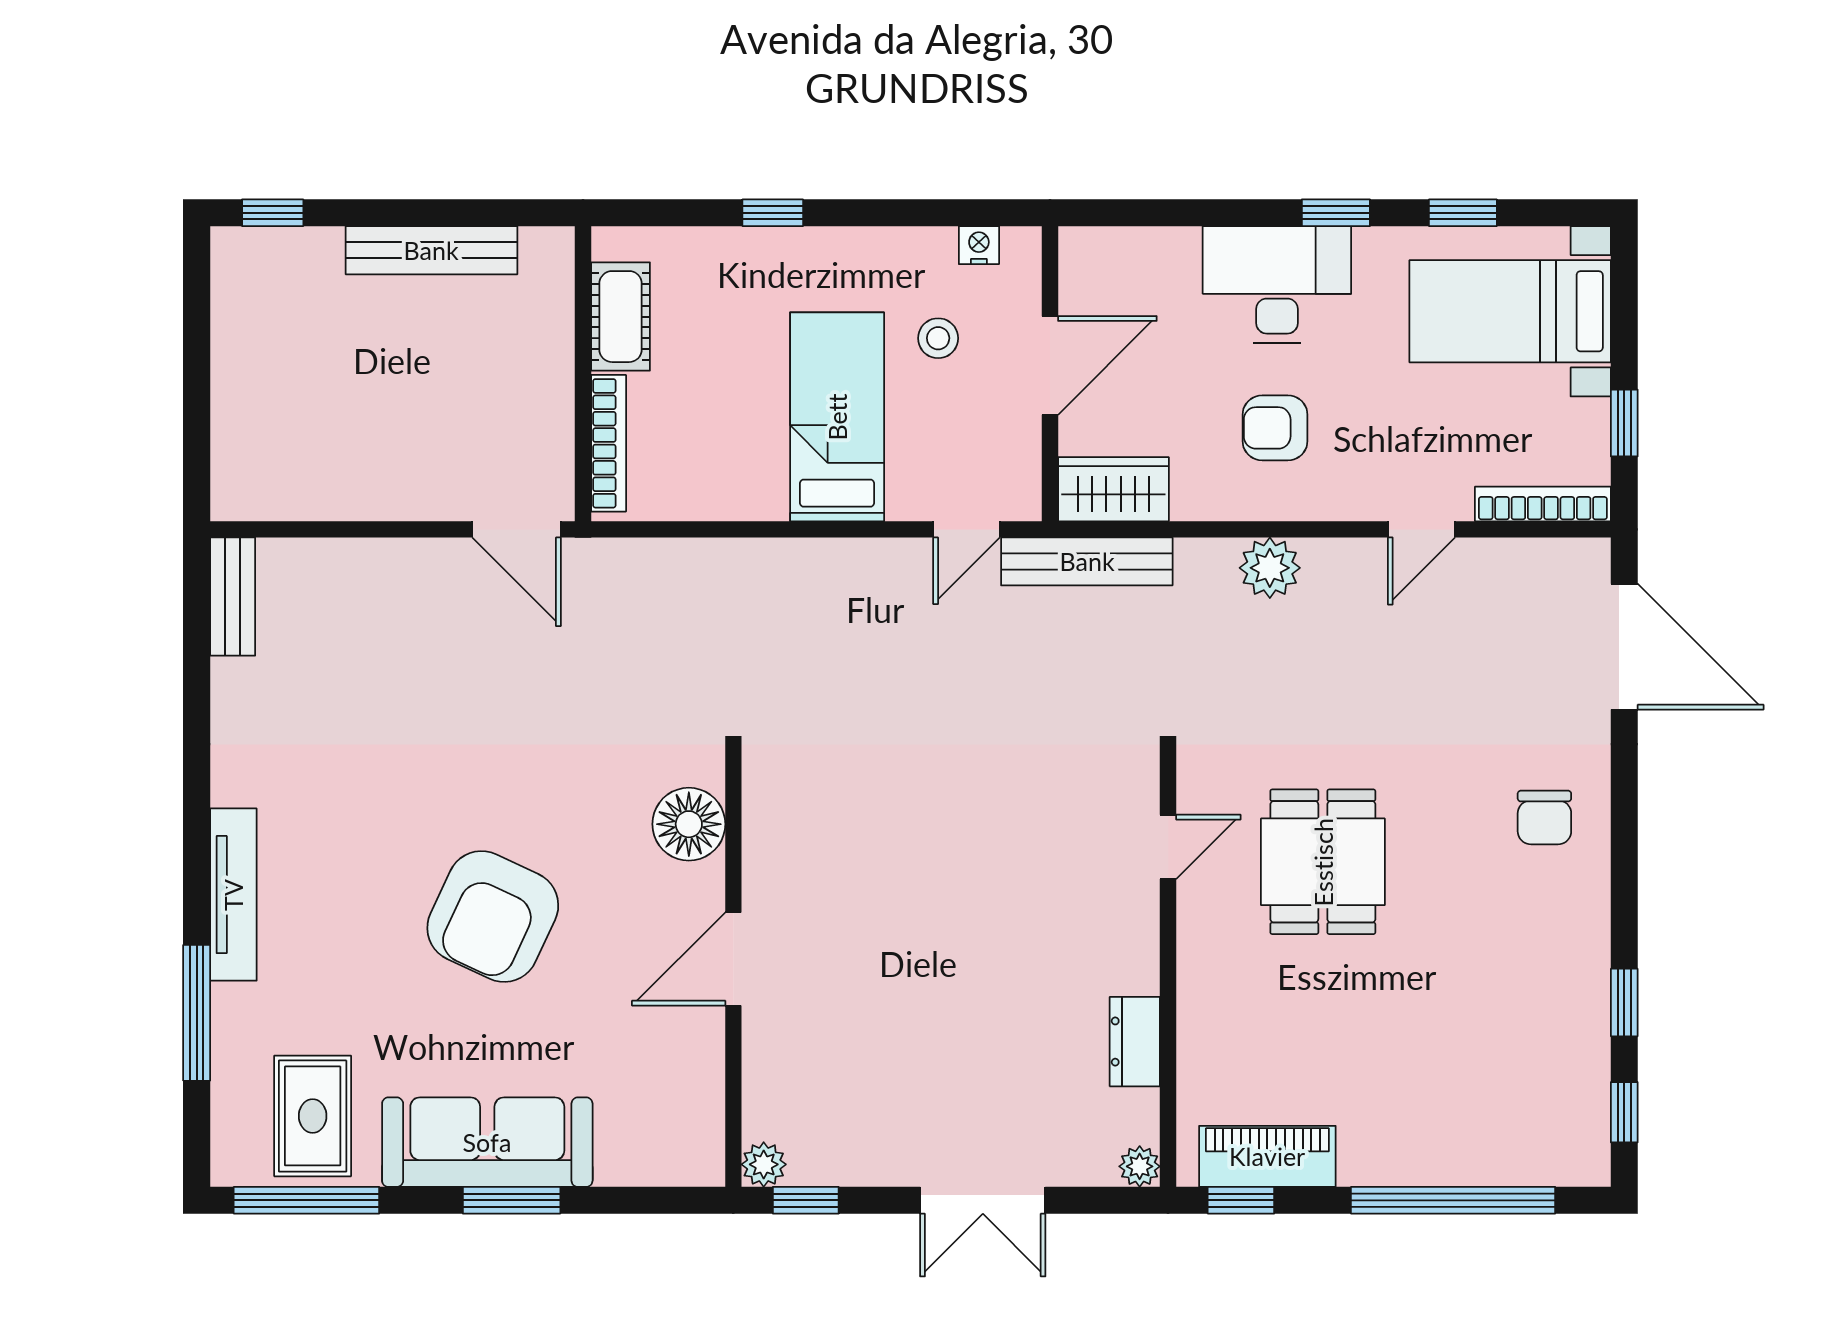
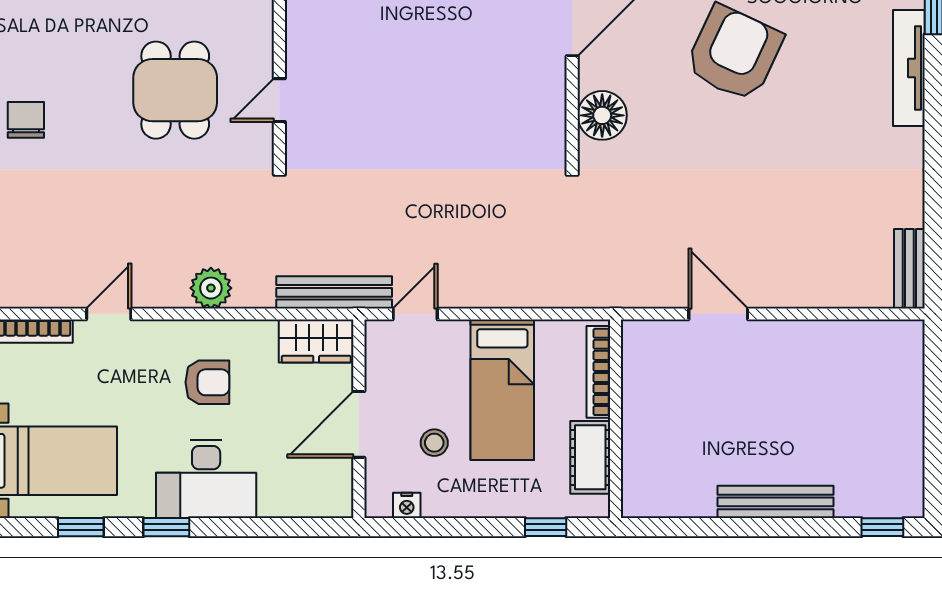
cot: (621, 317) -> (590, 457), moved
wall: (583, 374) -> (616, 419), moved
bookcase: (609, 443) -> (598, 372), moved

